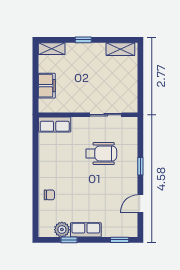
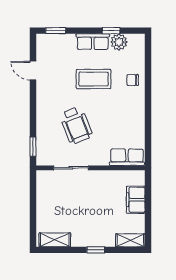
wheelchair: (101, 154) -> (76, 125), turned -112
window: (140, 166) -> (33, 147), moved
coffee table: (85, 196) -> (94, 79), added
door: (140, 204) -> (33, 71), swing flipped

